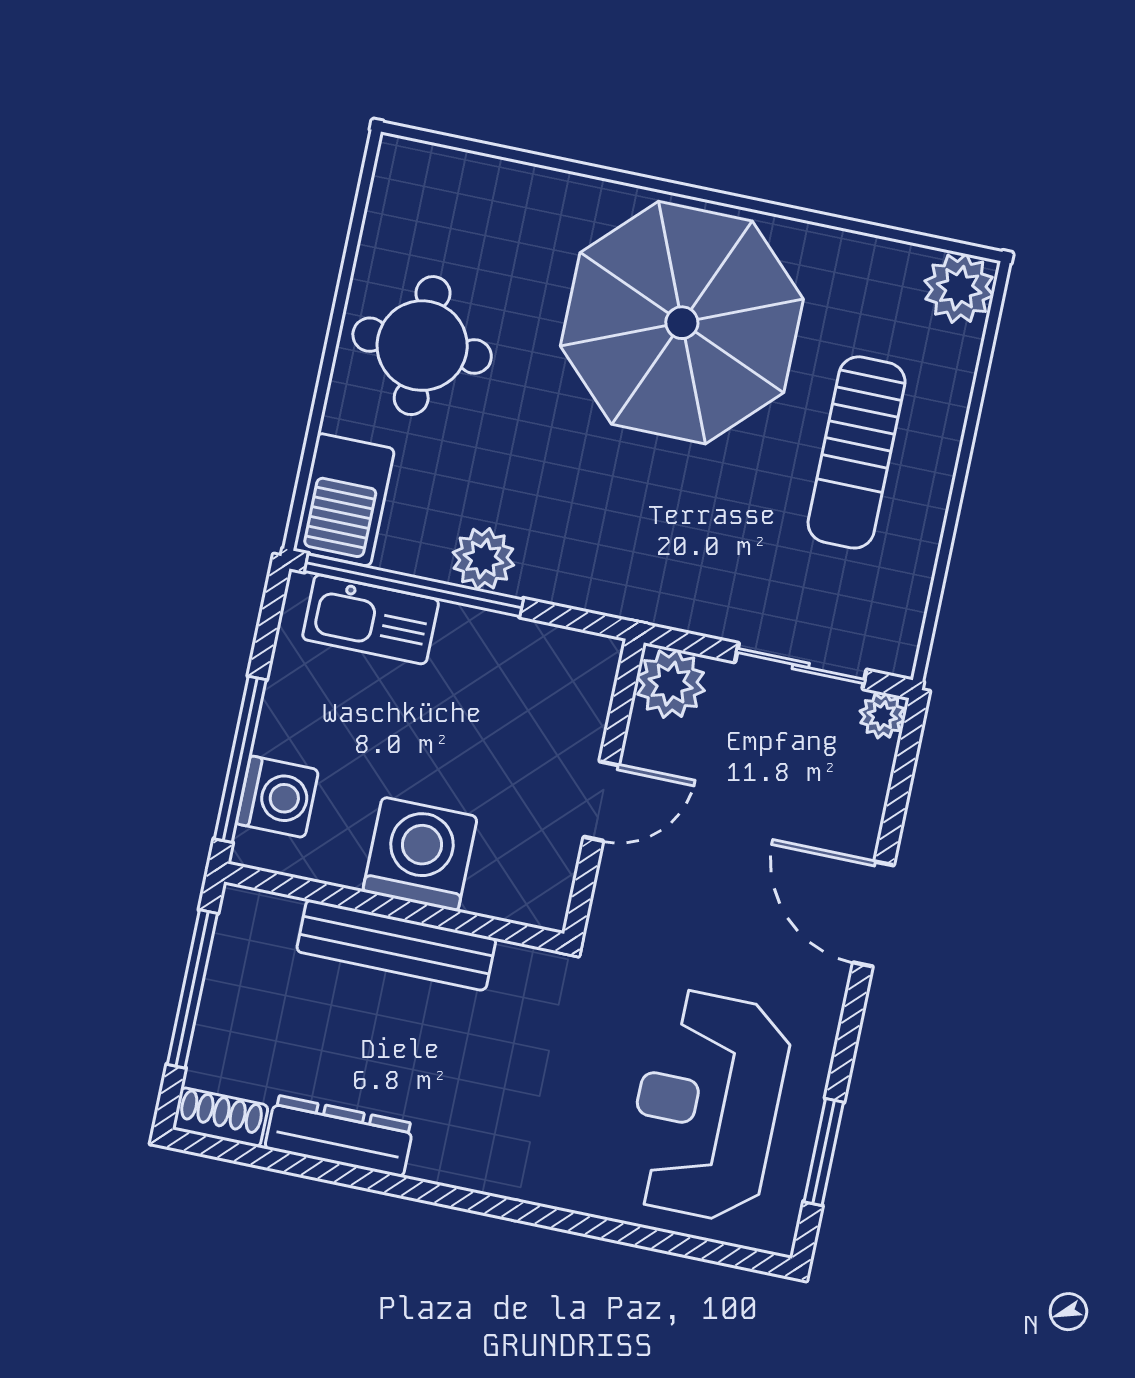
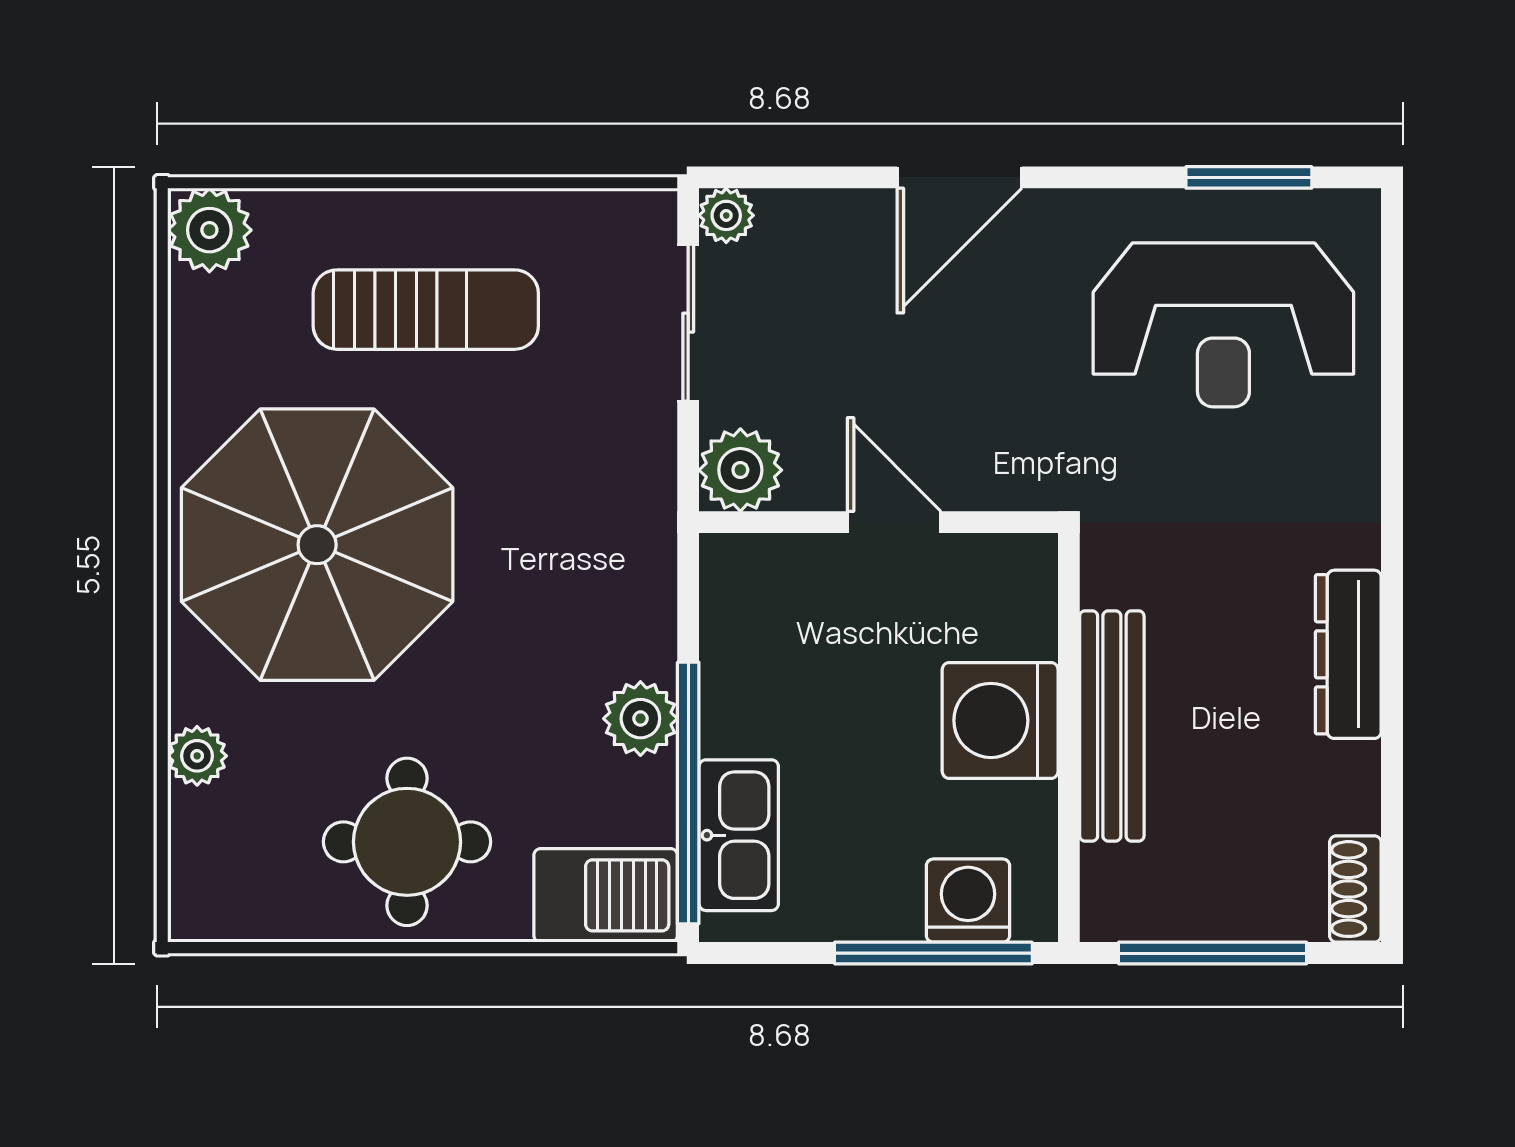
plant: (529, 188) -> (197, 756), added
dresser: (339, 1136) -> (1348, 654), moved

